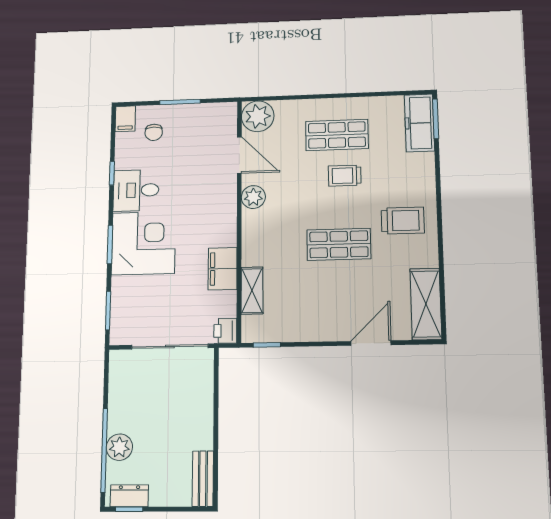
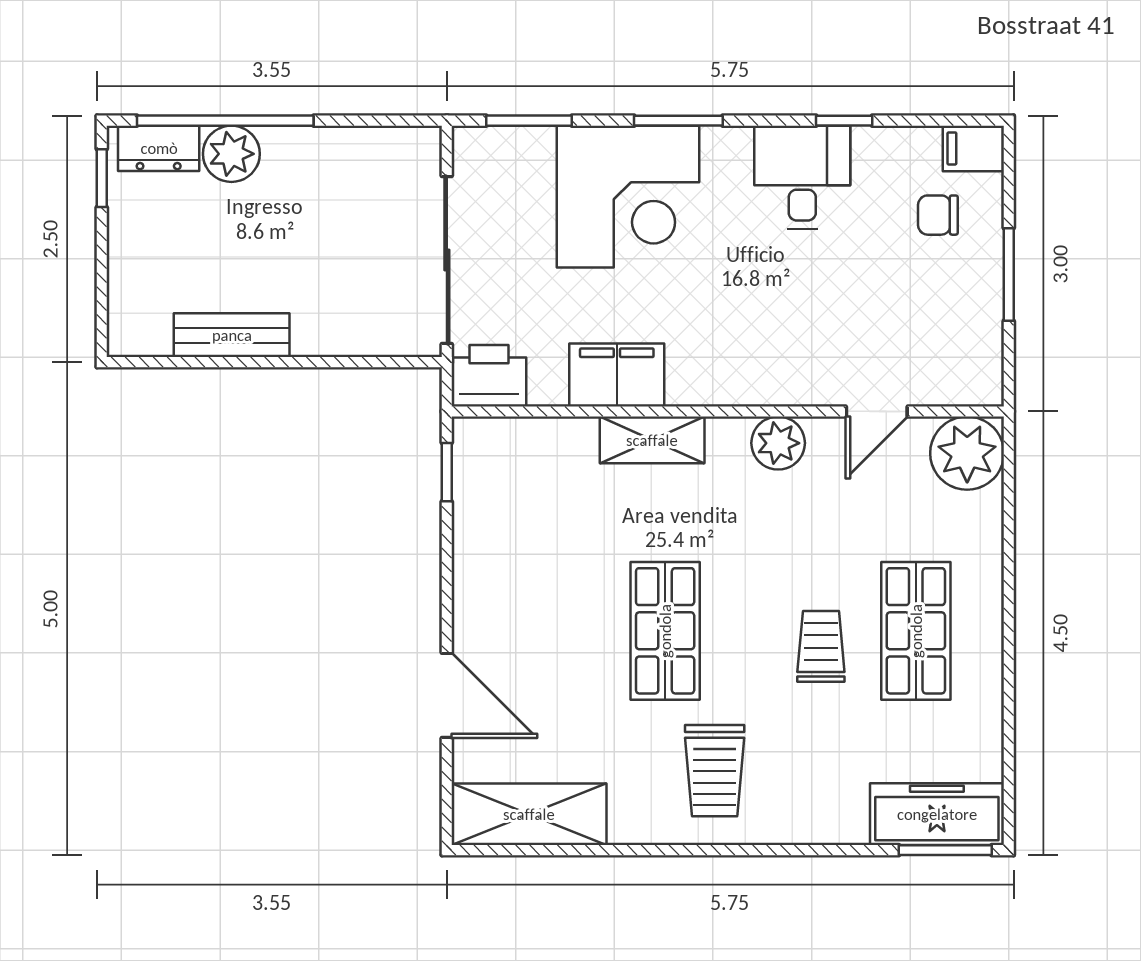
door: (239, 155) -> (877, 411), width x0.73
corner desk: (143, 243) -> (628, 197), moved
shelving: (252, 291) -> (652, 440), moved
printer: (225, 331) -> (489, 376), width x1.36, depth x1.24
bench: (203, 479) -> (232, 335), moved
dresser: (129, 496) -> (159, 148), moved, turned 90

